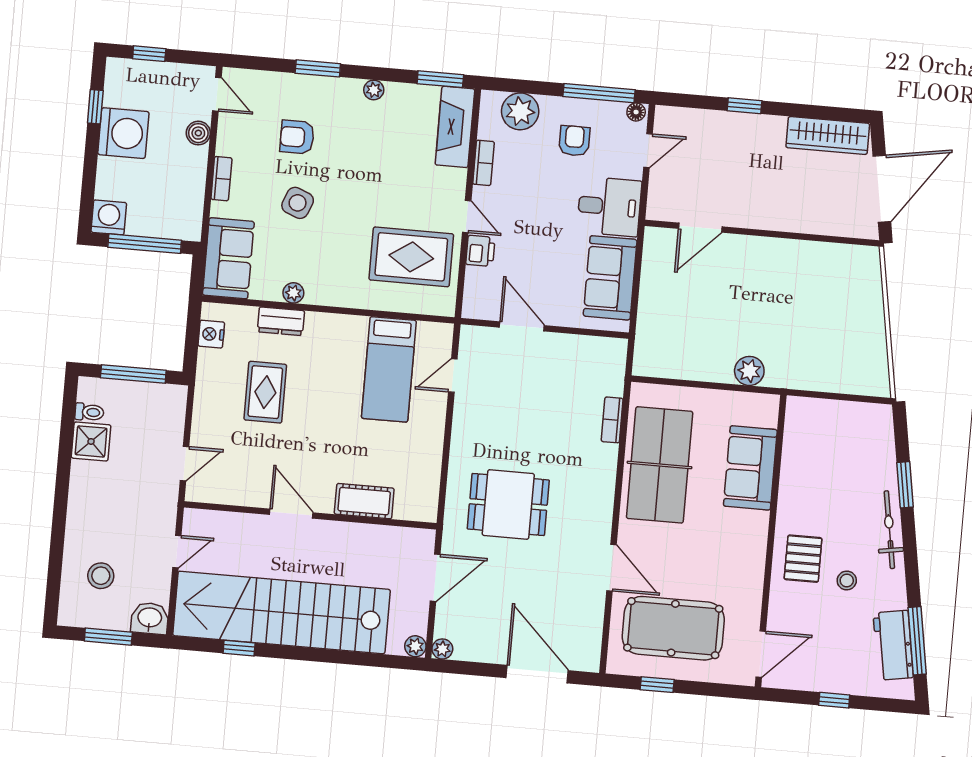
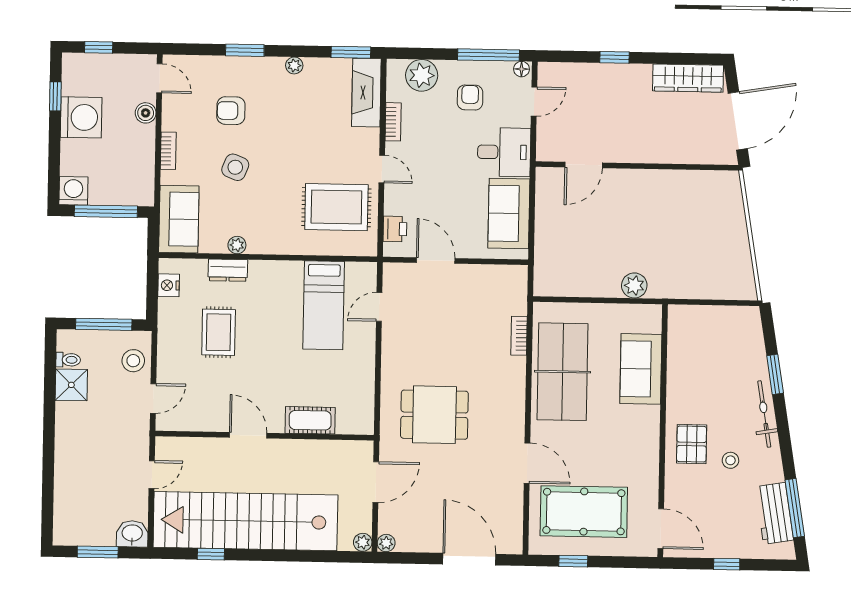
printer: (480, 251) -> (395, 229), moved
stool: (101, 576) -> (133, 361), moved
door: (761, 654) -> (661, 529), hinge flipped

